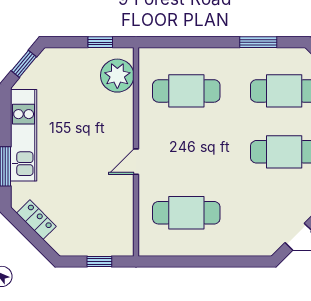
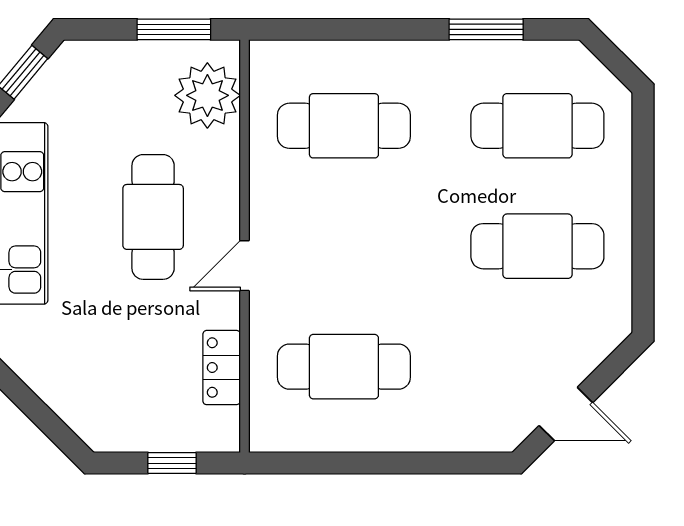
window: (100, 42) -> (174, 29), width x1.50
cafe table: (90, 137) -> (153, 217), added
locker: (36, 220) -> (222, 368), moved, turned -135

